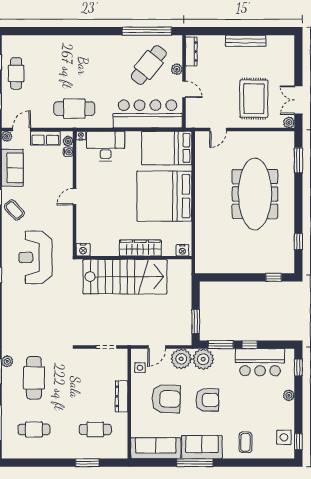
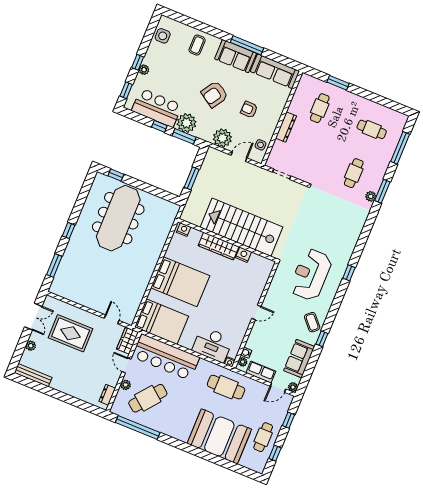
bench: (246, 41) -> (33, 375), moved
dresser: (191, 52) -> (107, 395), width x0.70
booth: (61, 56) -> (219, 436), added
rug: (254, 99) -> (71, 333), turned 90
wardrobe: (193, 115) -> (127, 341), added
plant: (289, 122) -> (31, 346), moved
door: (218, 130) -> (112, 319), hinge flipped
meeting table: (255, 194) -> (118, 218), moved
bed: (164, 196) -> (180, 282), width x0.73
window: (298, 242) -> (69, 230), moved
nightstand: (83, 250) -> (244, 255), moved
reception desk: (35, 257) -> (311, 275), turned 180
window: (196, 322) -> (192, 178), moved
plant: (203, 359) -> (187, 123), moved
cafe table: (34, 378) -> (354, 173), width x0.73, depth x0.74
armchair: (166, 399) -> (249, 109), width x0.53, depth x0.53
armchair: (207, 400) -> (215, 94), turned -57
cafe table: (95, 429) -> (320, 108), turned 90
window: (298, 442) -> (138, 62), moved

